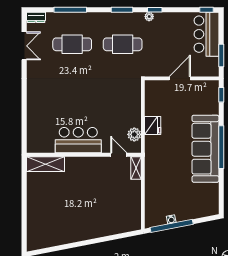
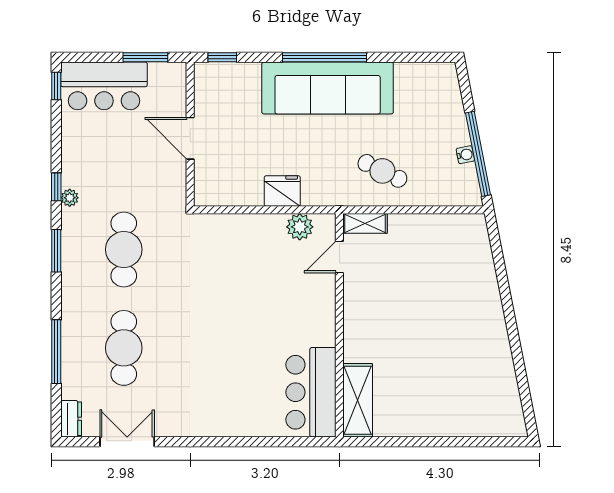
bar counter: (78, 140) -> (311, 392), moved
cafe table: (163, 177) -> (382, 171), added

